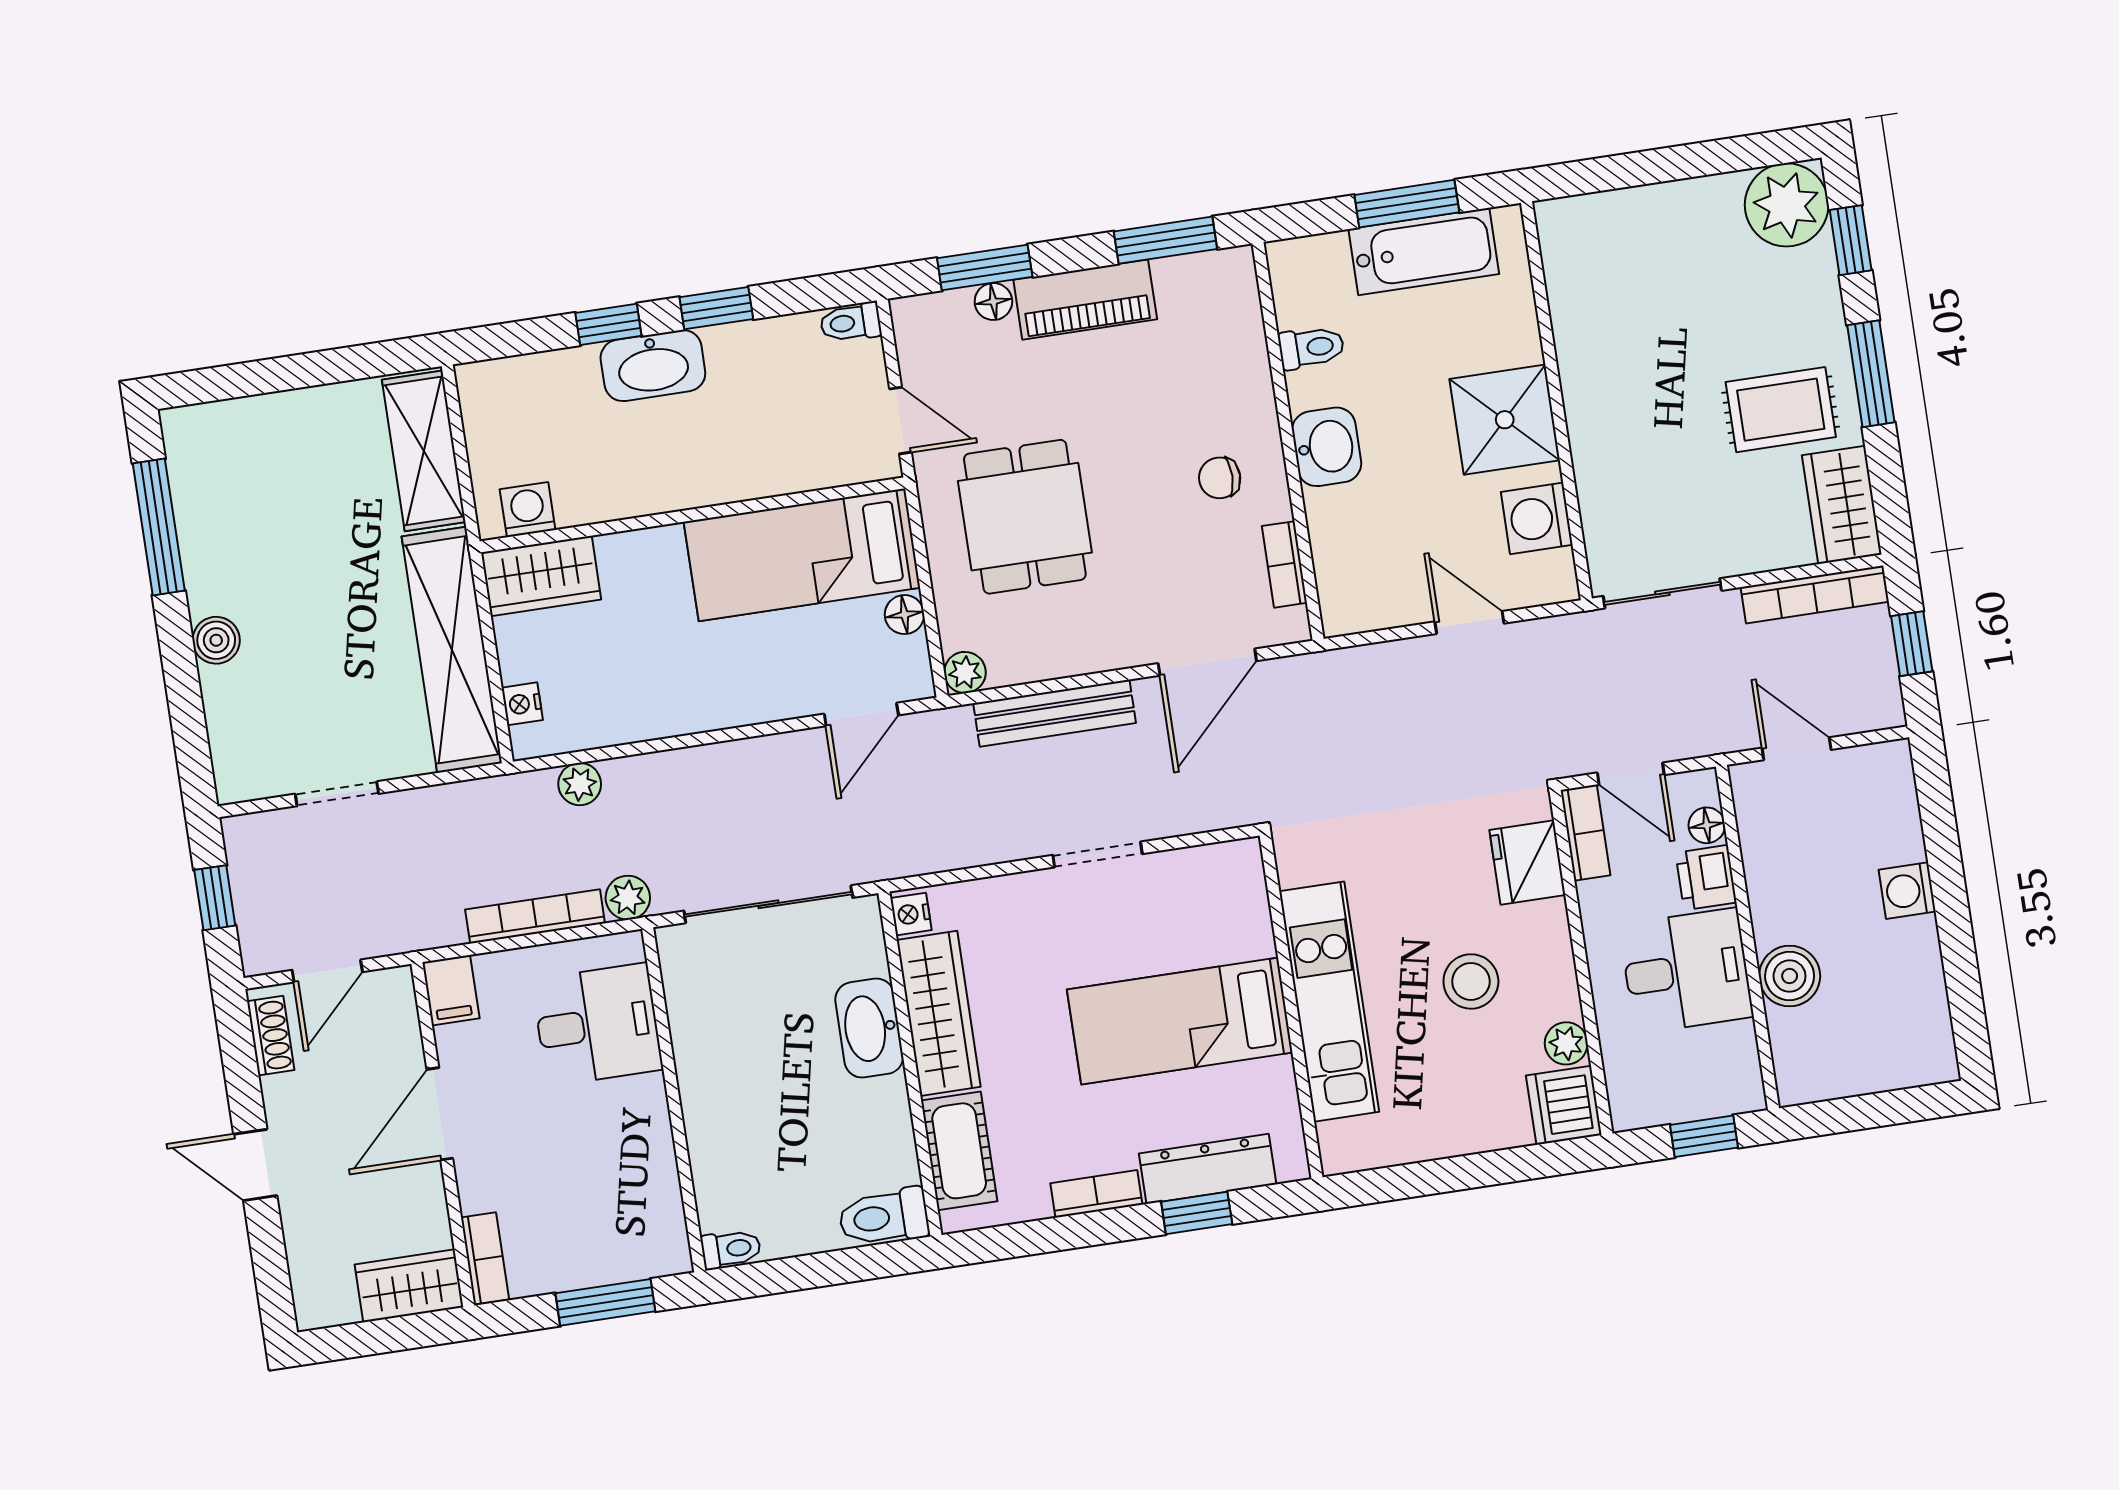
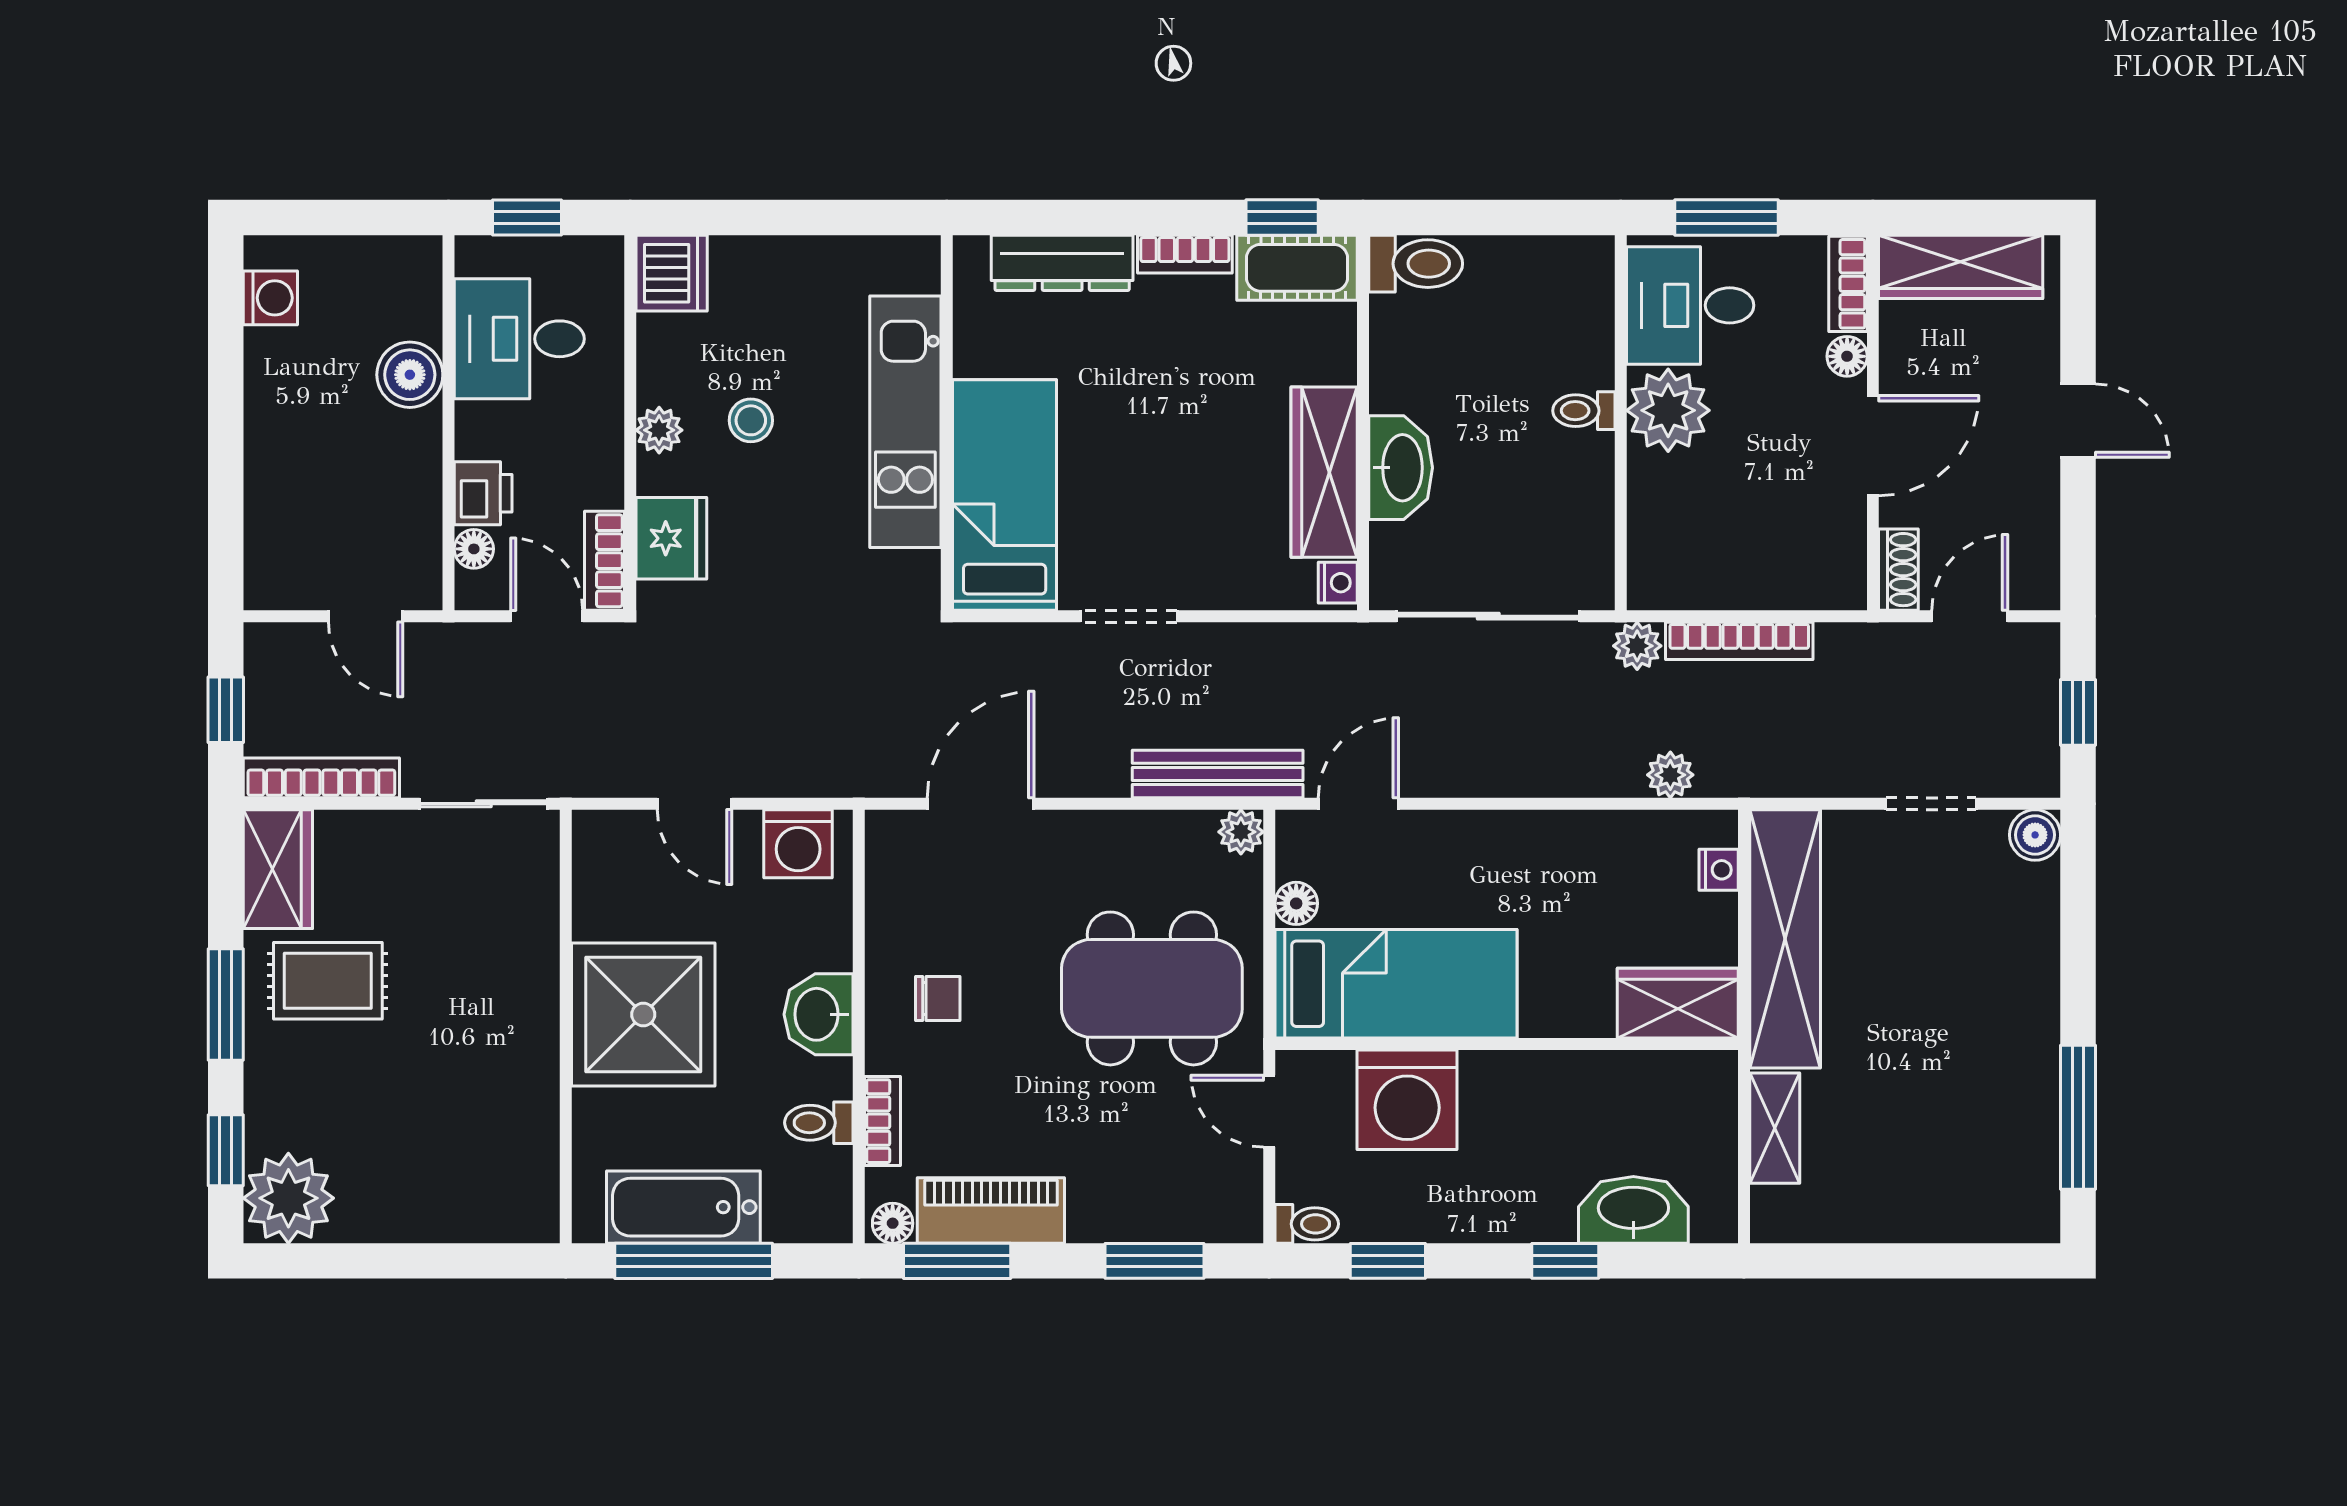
window: (1407, 204) -> (694, 1261), width x1.44
piano: (1085, 300) -> (991, 1210), moved
floor lamp: (993, 302) -> (893, 1223), moved
window: (716, 308) -> (1388, 1261), moved
washbasin: (653, 366) -> (1633, 1210), moved
shower: (1505, 420) -> (643, 1014), width x1.37, depth x1.37
shelving: (424, 451) -> (1775, 1128), width x0.67, depth x0.75
washing machine: (528, 510) -> (1407, 1100), moved, width x1.89, depth x1.89
dining table: (1025, 517) -> (1152, 988), width x1.38
washing machine: (1537, 518) -> (798, 844), moved, turned 90
bookcase: (1284, 564) -> (883, 1121), moved
boiler: (216, 640) -> (2035, 835), moved
bench: (1055, 713) -> (1218, 774), moved
washing machine: (1907, 891) -> (270, 298), moved
desk: (1686, 971) -> (519, 339), moved
stool: (1471, 981) -> (751, 420), width x0.73, depth x0.73
filing cabinet: (451, 990) -> (1841, 576), removed
bed: (1180, 1021) -> (1005, 495), moved, turned -90
desk: (597, 1025) -> (1690, 305), moved
shoe rack: (271, 1036) -> (1898, 570), moved, turned 180
plant: (1566, 1043) -> (659, 430), moved
plant: (632, 1118) -> (1668, 410), added
cot: (959, 1151) -> (1297, 268), moved, turned 90
floor lamp: (476, 1192) -> (1847, 356), added
window: (1197, 1213) -> (1282, 218), moved
toilet: (731, 1249) -> (1584, 411), moved
wardrobe: (409, 1286) -> (1961, 267), width x1.50

